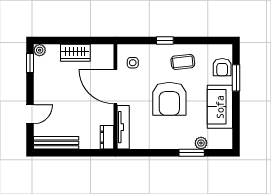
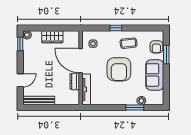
dresser: (107, 137) -> (75, 81), moved

